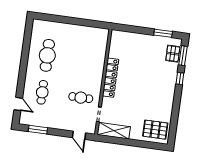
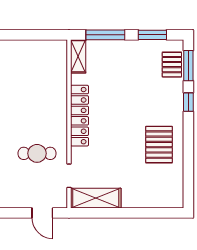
window: (134, 29) -> (105, 35), added
shelving: (115, 40) -> (78, 56), added
pallet: (155, 130) -> (159, 145), moved, turned 90

